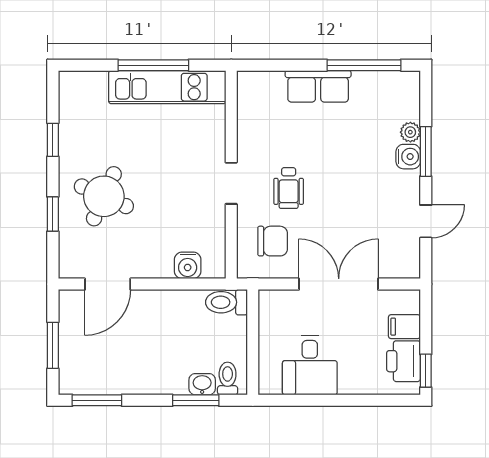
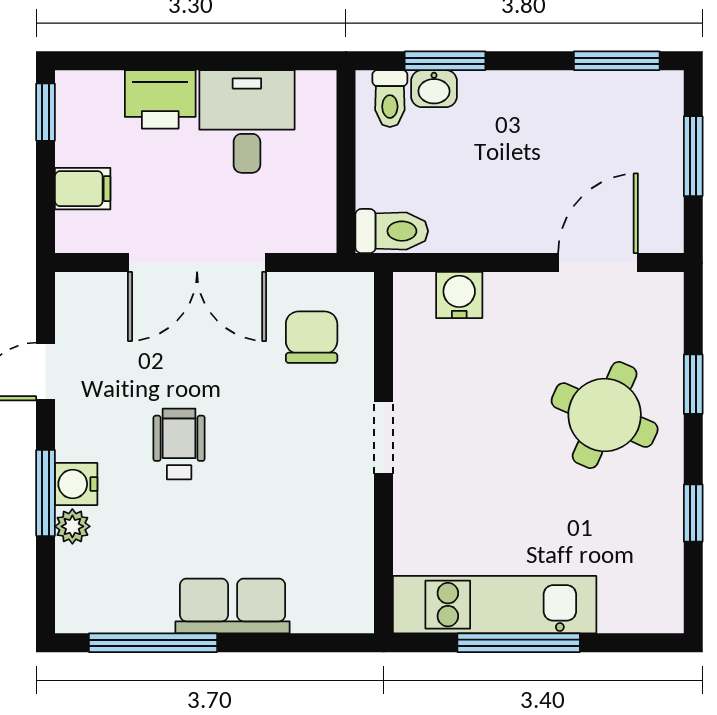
wheelchair: (289, 188) -> (179, 444), moved
chair: (273, 241) -> (312, 337), turned 90
printer: (404, 361) -> (160, 99), moved, turned 90

